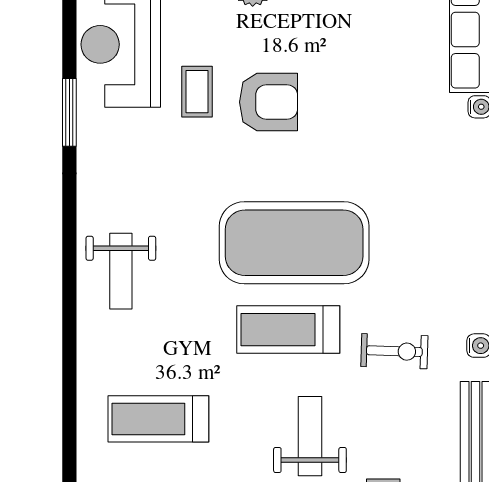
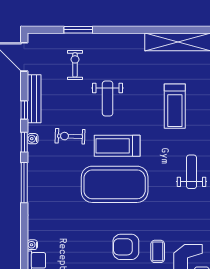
treadmill: (288, 330) -> (117, 146), turned 180
treadmill: (158, 419) -> (175, 106), turned 90

